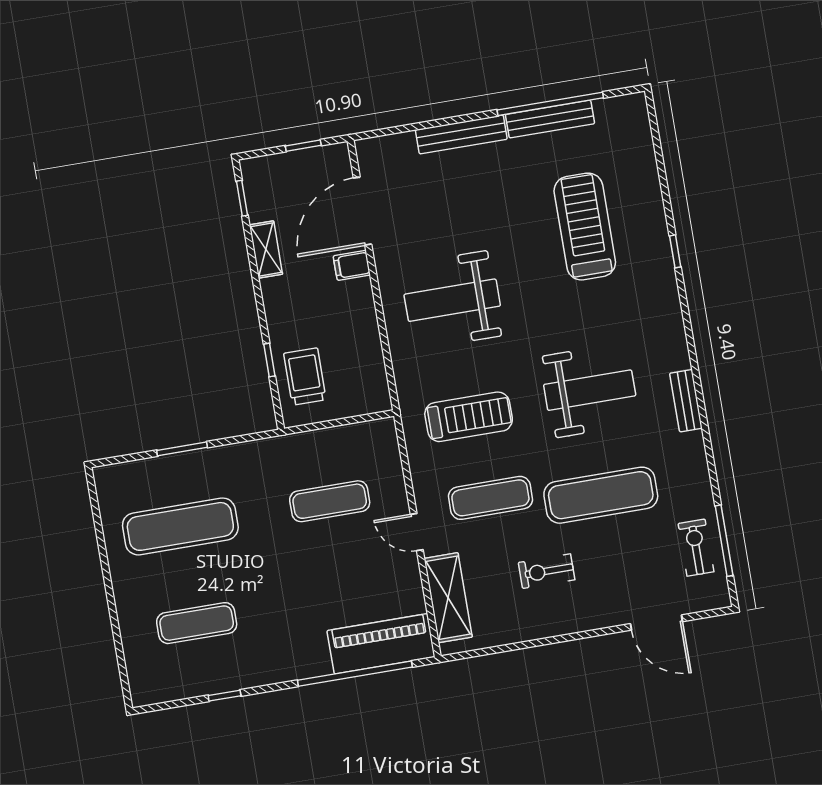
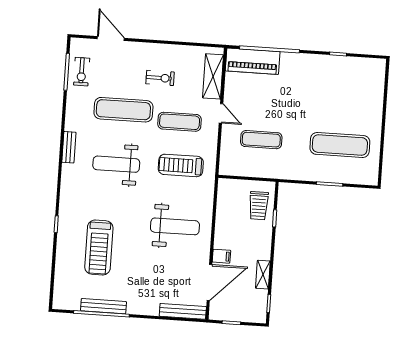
bench: (461, 134) -> (183, 311), moved
exercise mat: (197, 623) -> (343, 94), removed

